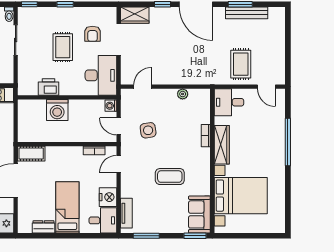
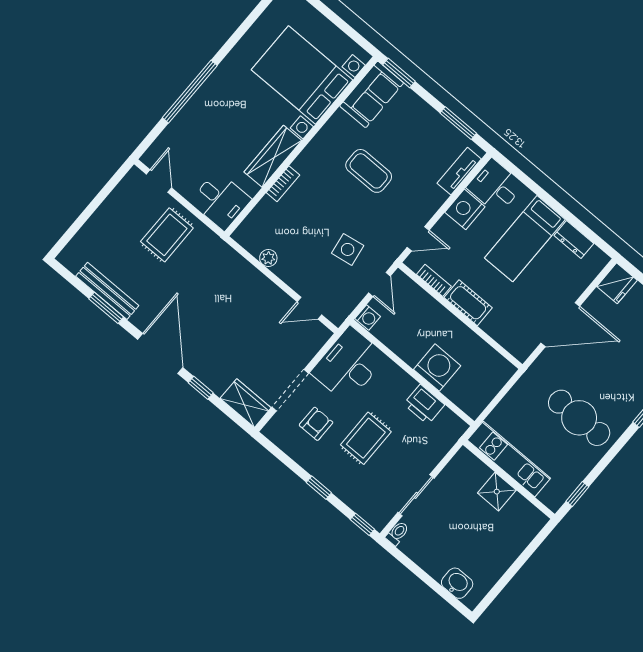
cot: (31, 154) -> (468, 303), moved

